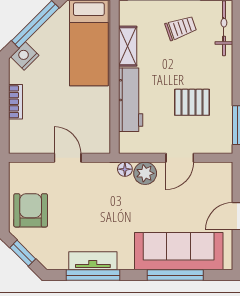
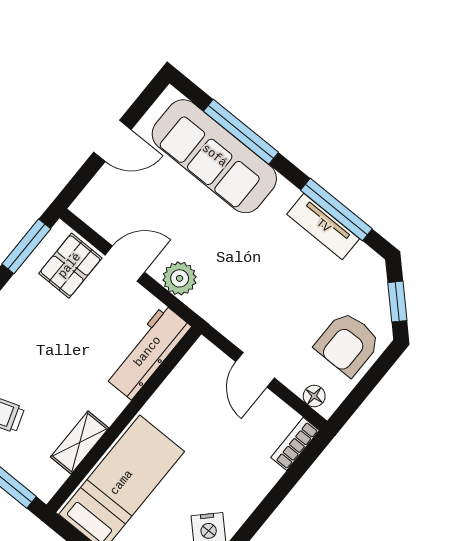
workbench: (131, 100) -> (148, 352), moved
bookcase: (16, 102) -> (295, 444), moved
pallet: (192, 102) -> (70, 266), moved, turned 90
floor lamp: (125, 169) -> (314, 396), moved

